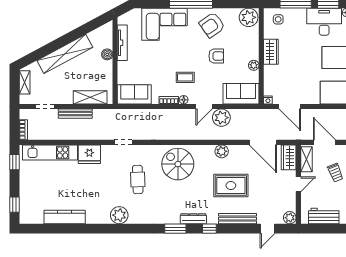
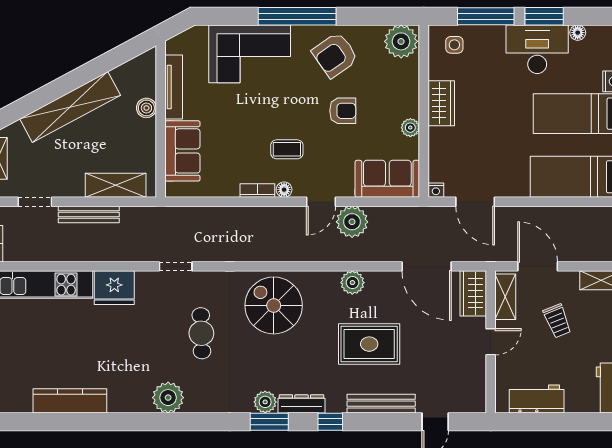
sofa: (134, 94) -> (182, 151), moved, turned 90
plant: (290, 218) -> (265, 402), moved

